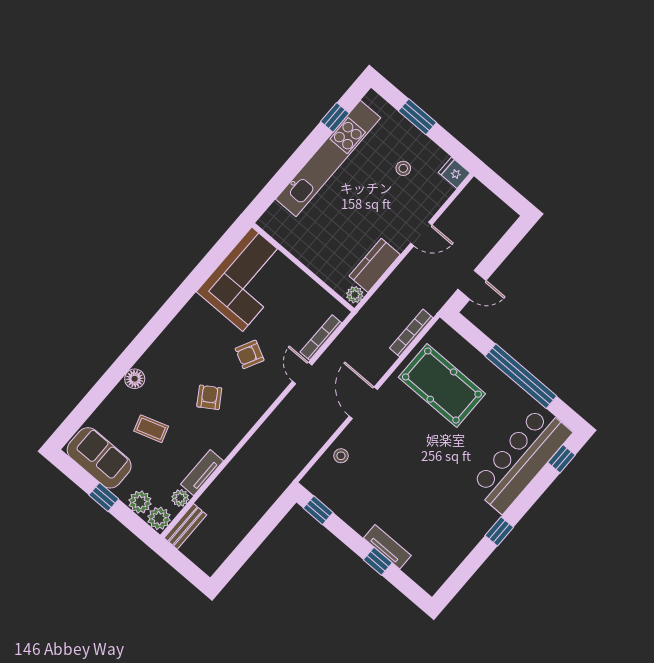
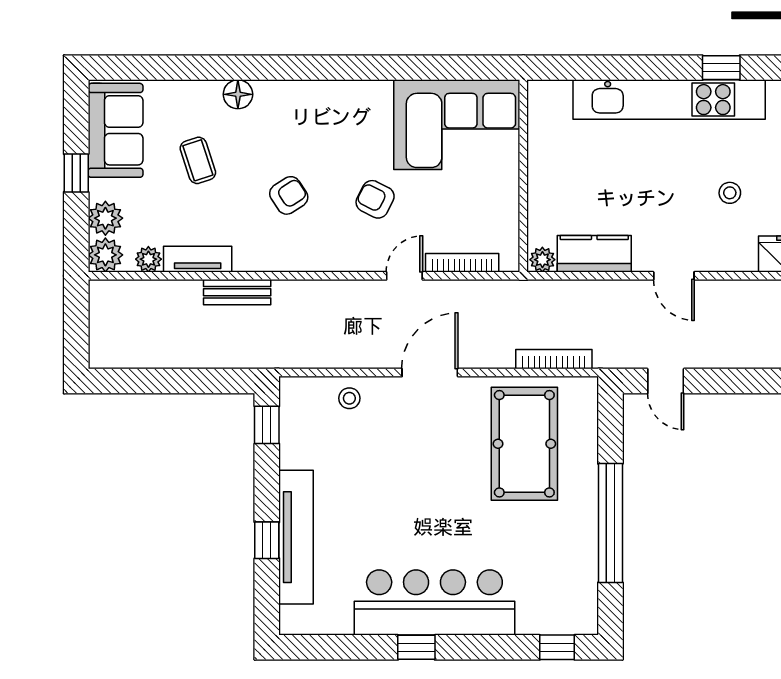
bar counter: (521, 459) -> (434, 603), moved
bench: (185, 526) -> (237, 292), moved
tv unit: (387, 547) -> (296, 537), width x1.92, depth x1.29

